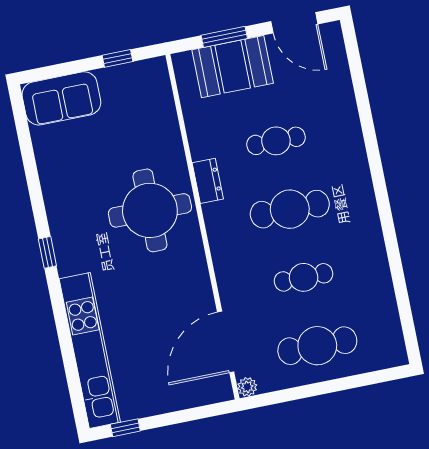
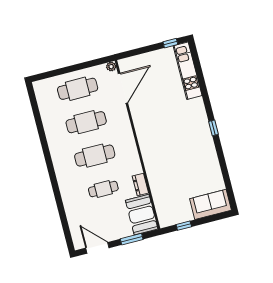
booth: (233, 67) -> (142, 215), moved, turned 90
dresser: (208, 181) -> (140, 185), moved
round table: (150, 210) -> (164, 151), removed
cafe table: (304, 277) -> (86, 122), width x1.37, depth x1.35
kitchen unit: (90, 350) -> (188, 71), width x0.73

